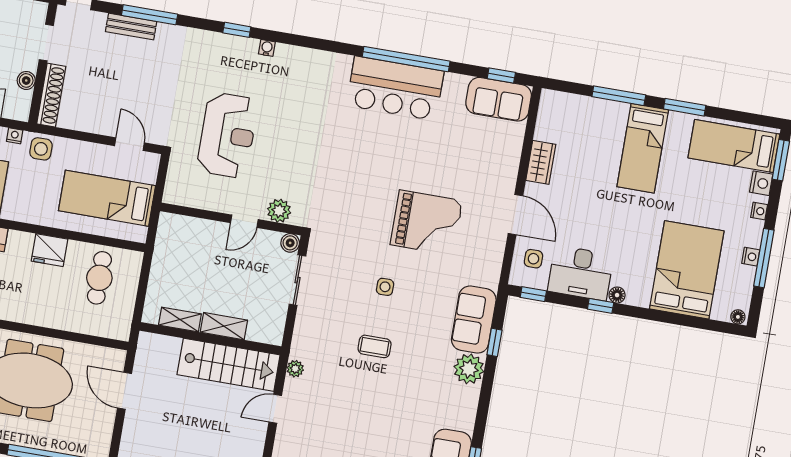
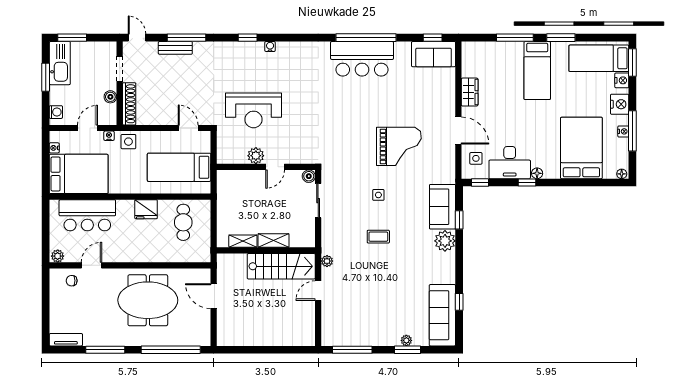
reception desk: (227, 135) -> (253, 110), turned 90
plant: (279, 211) -> (256, 156), moved
nightstand: (759, 211) -> (620, 104), width x1.89, depth x1.79

